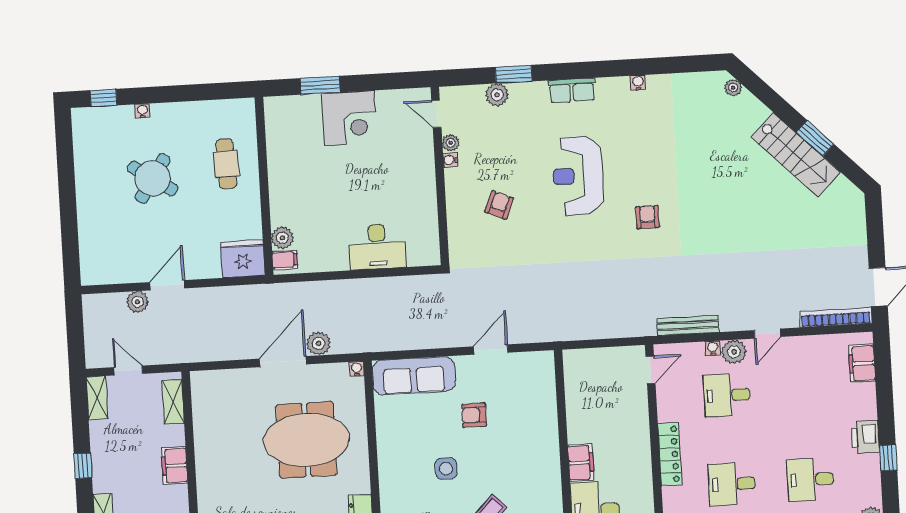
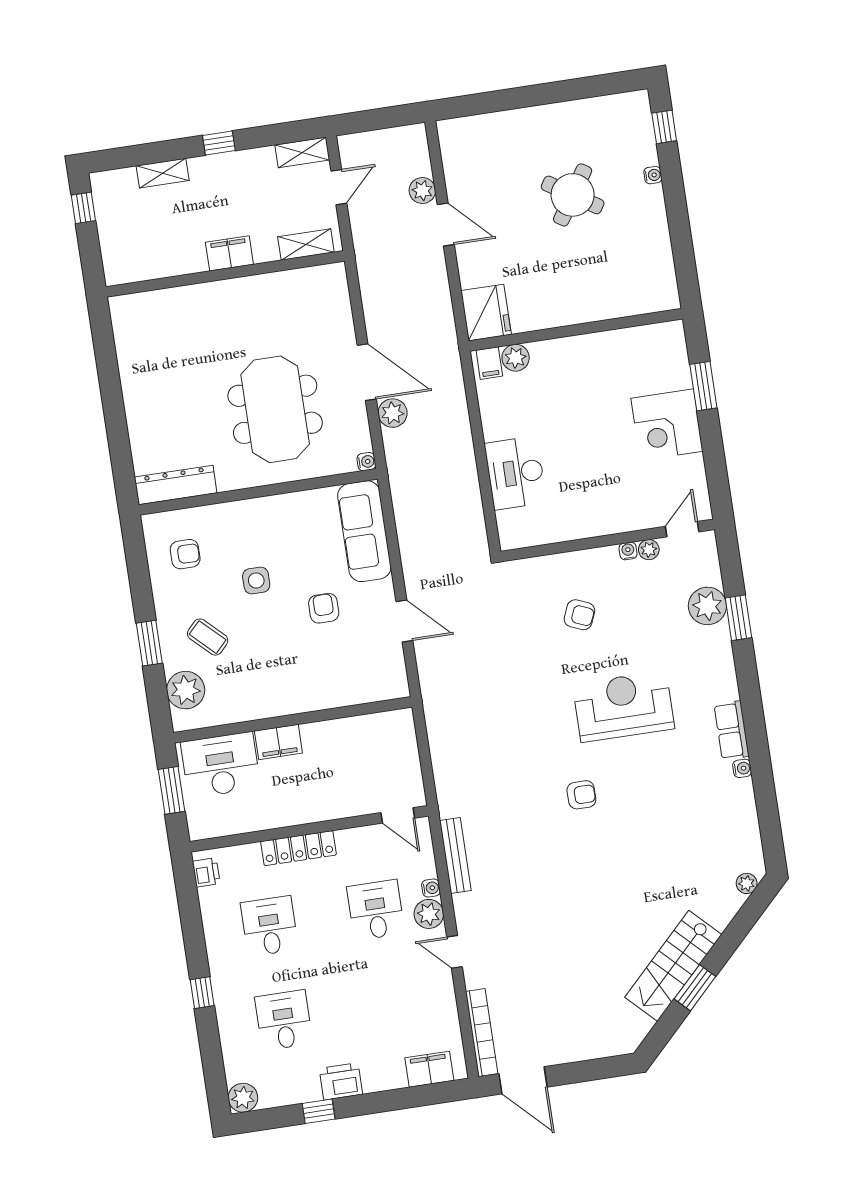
row of seats: (572, 90) -> (732, 730), moved
plant: (497, 95) -> (707, 606), width x1.36, depth x1.36
cafe table: (226, 164) -> (598, 282), removed

